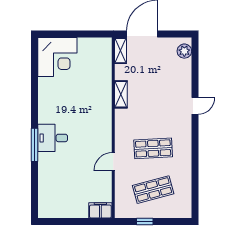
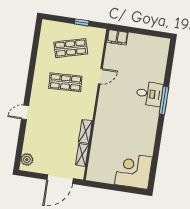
shelving: (121, 51) -> (82, 155), moved
desk: (53, 138) -> (149, 94), moved

